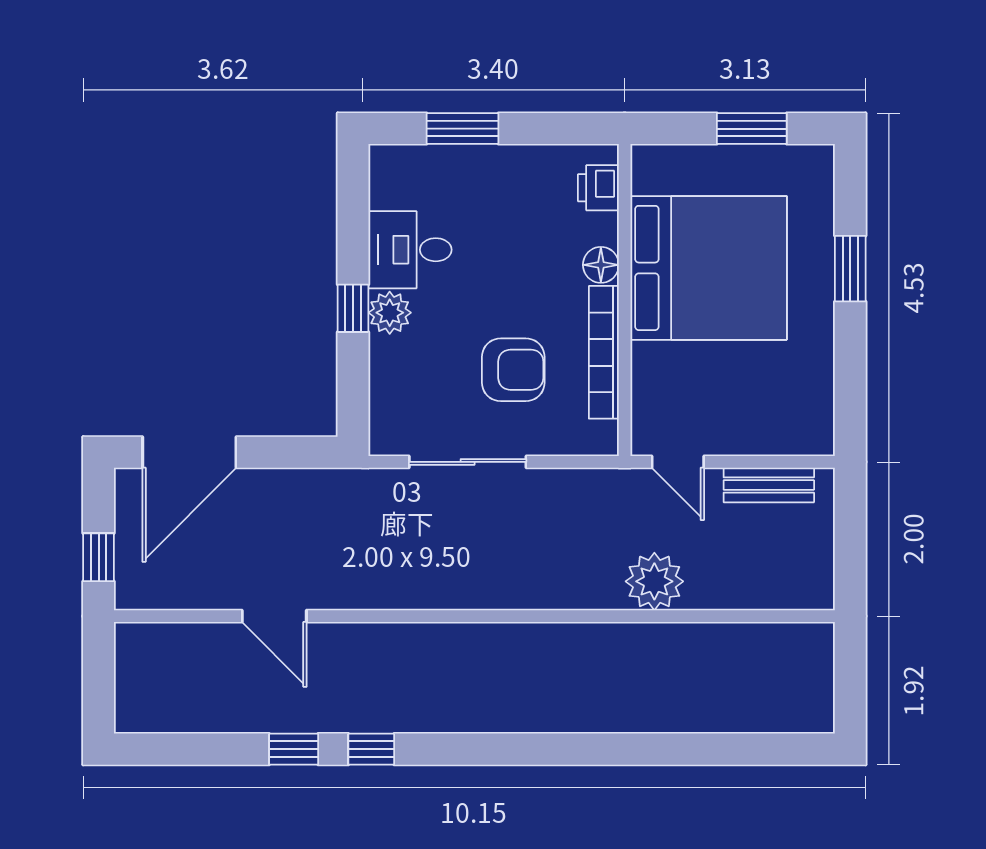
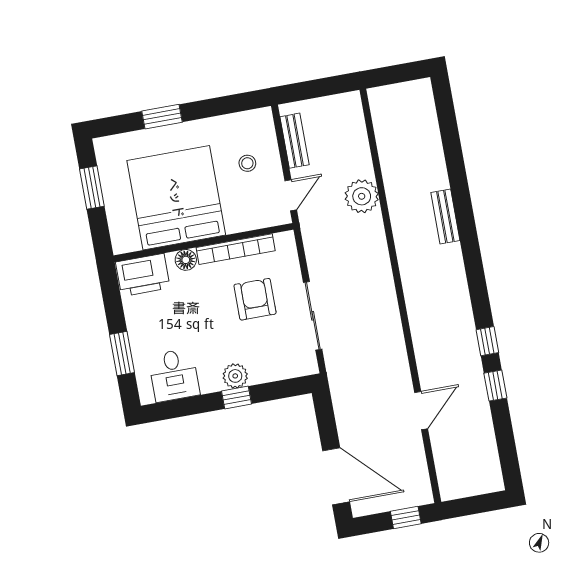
printer: (598, 188) -> (143, 275), width x1.87, depth x1.48
desk: (410, 250) -> (174, 375), moved
stool: (745, 399) -> (247, 163), added
bench: (594, 716) -> (445, 217), added

